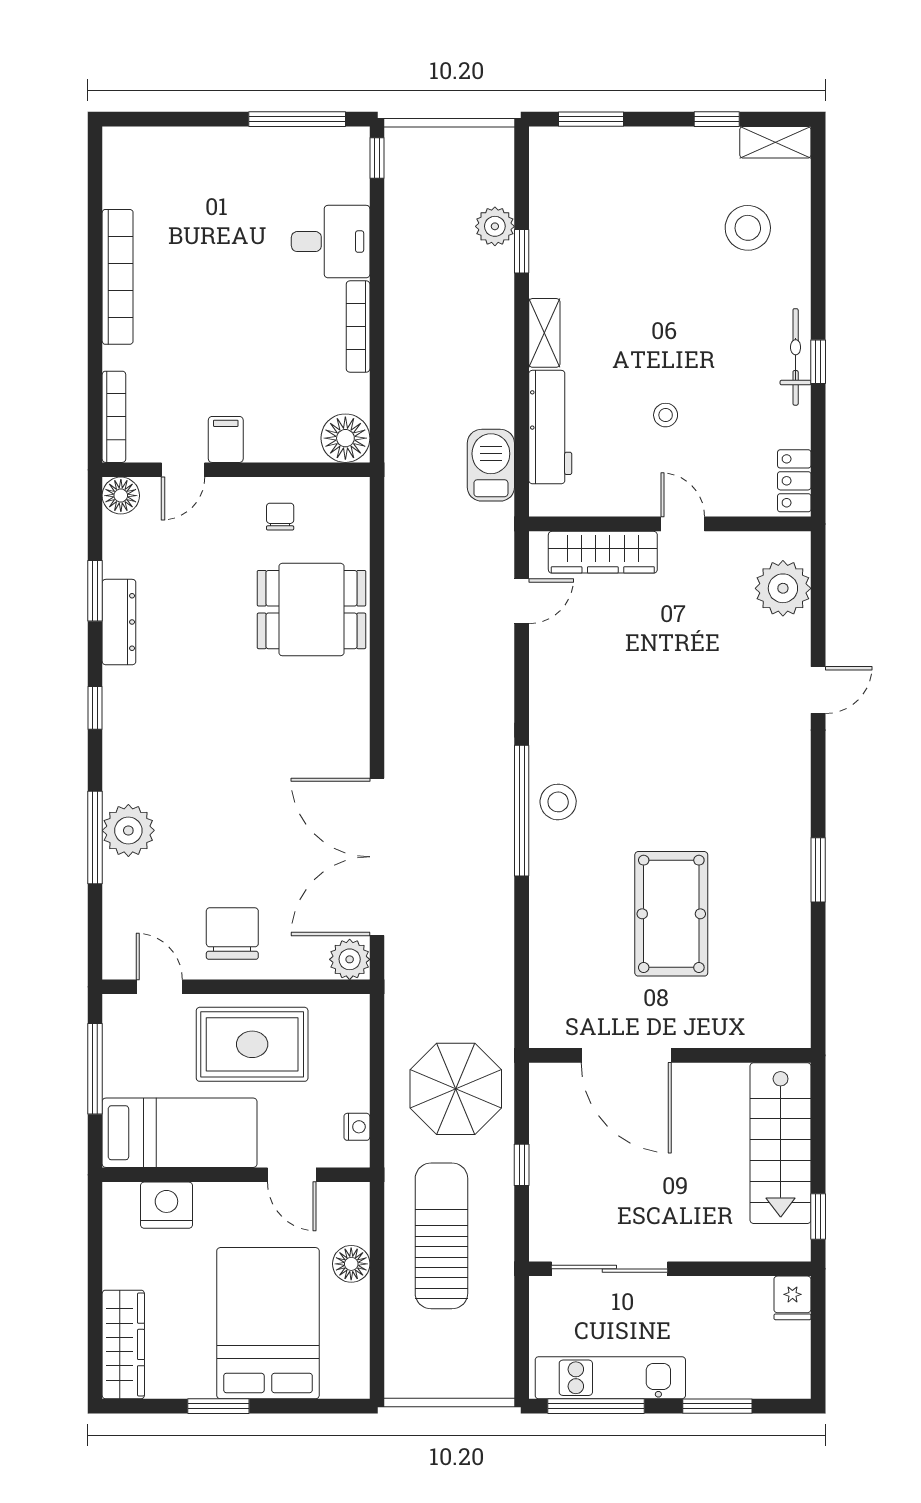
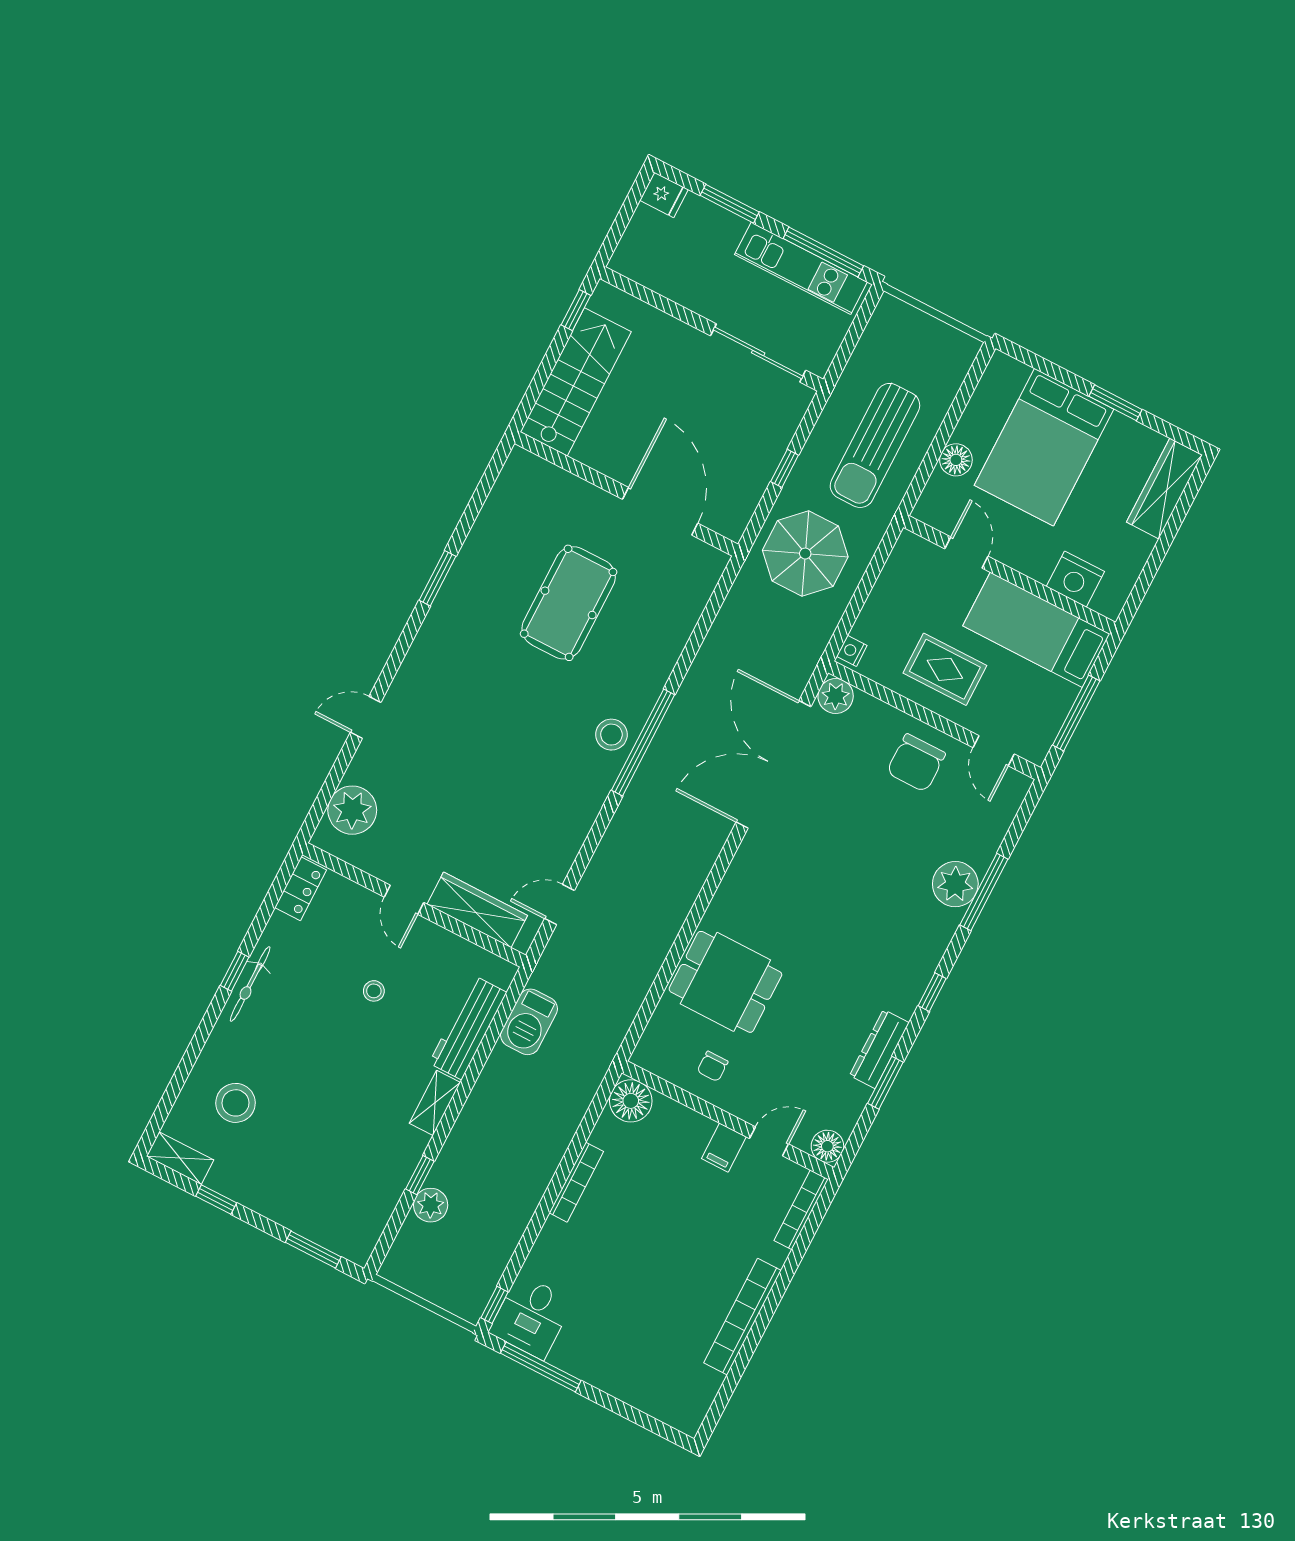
desk: (331, 242) -> (531, 1317), moved, turned -90
double door: (377, 857) -> (773, 764), swing flipped
rug: (252, 1044) -> (945, 669), width x0.73, depth x0.70
nightstand: (357, 1127) -> (852, 651), moved
fridge: (792, 1298) -> (664, 195), moved, turned 90

